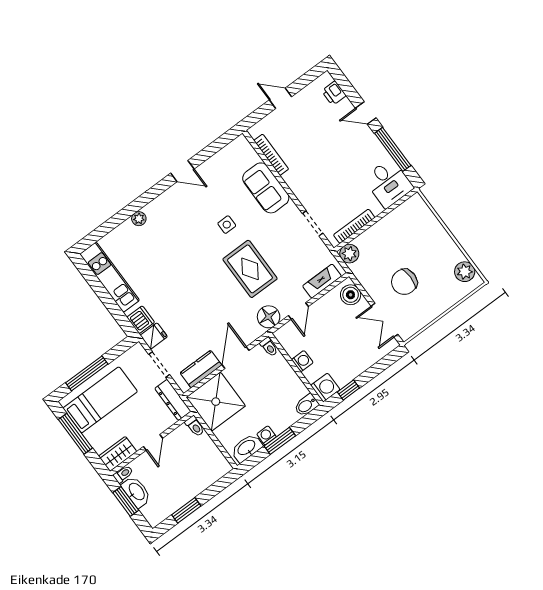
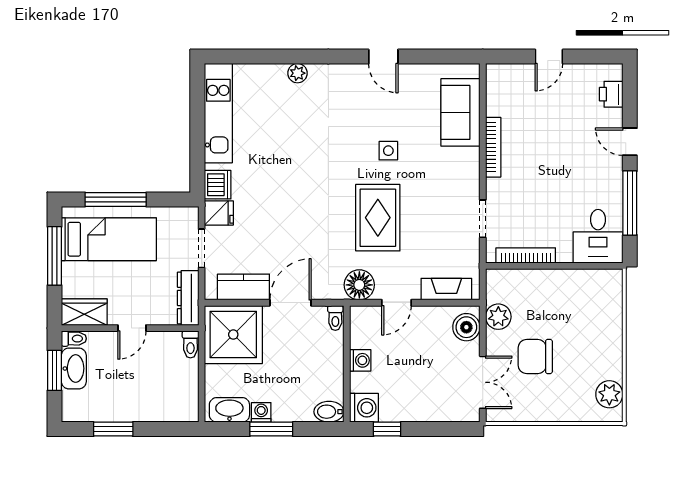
door: (280, 98) -> (549, 57), swing flipped
bookcase: (271, 155) -> (493, 147), moved
sofa: (266, 188) -> (460, 112), moved
plant: (349, 254) -> (498, 317), moved
double door: (384, 320) -> (483, 382), swing flipped

